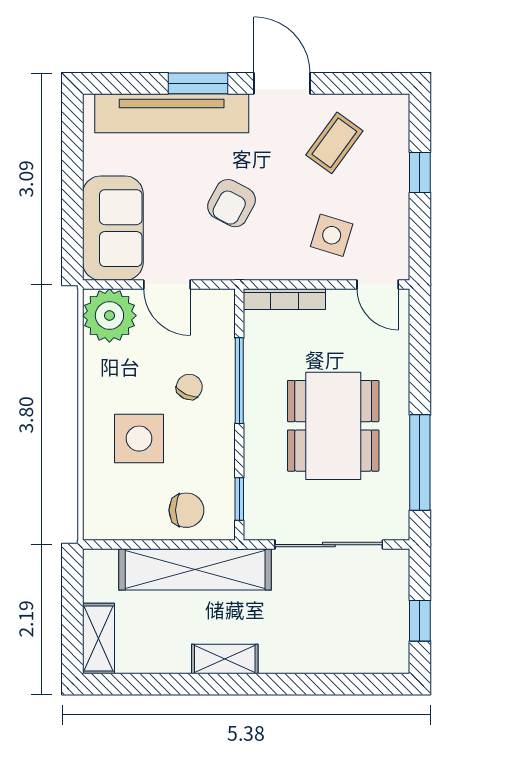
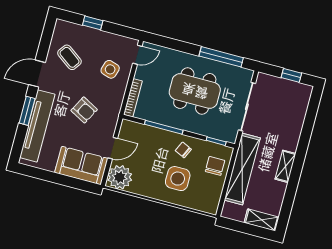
chair: (189, 387) -> (183, 150), moved

